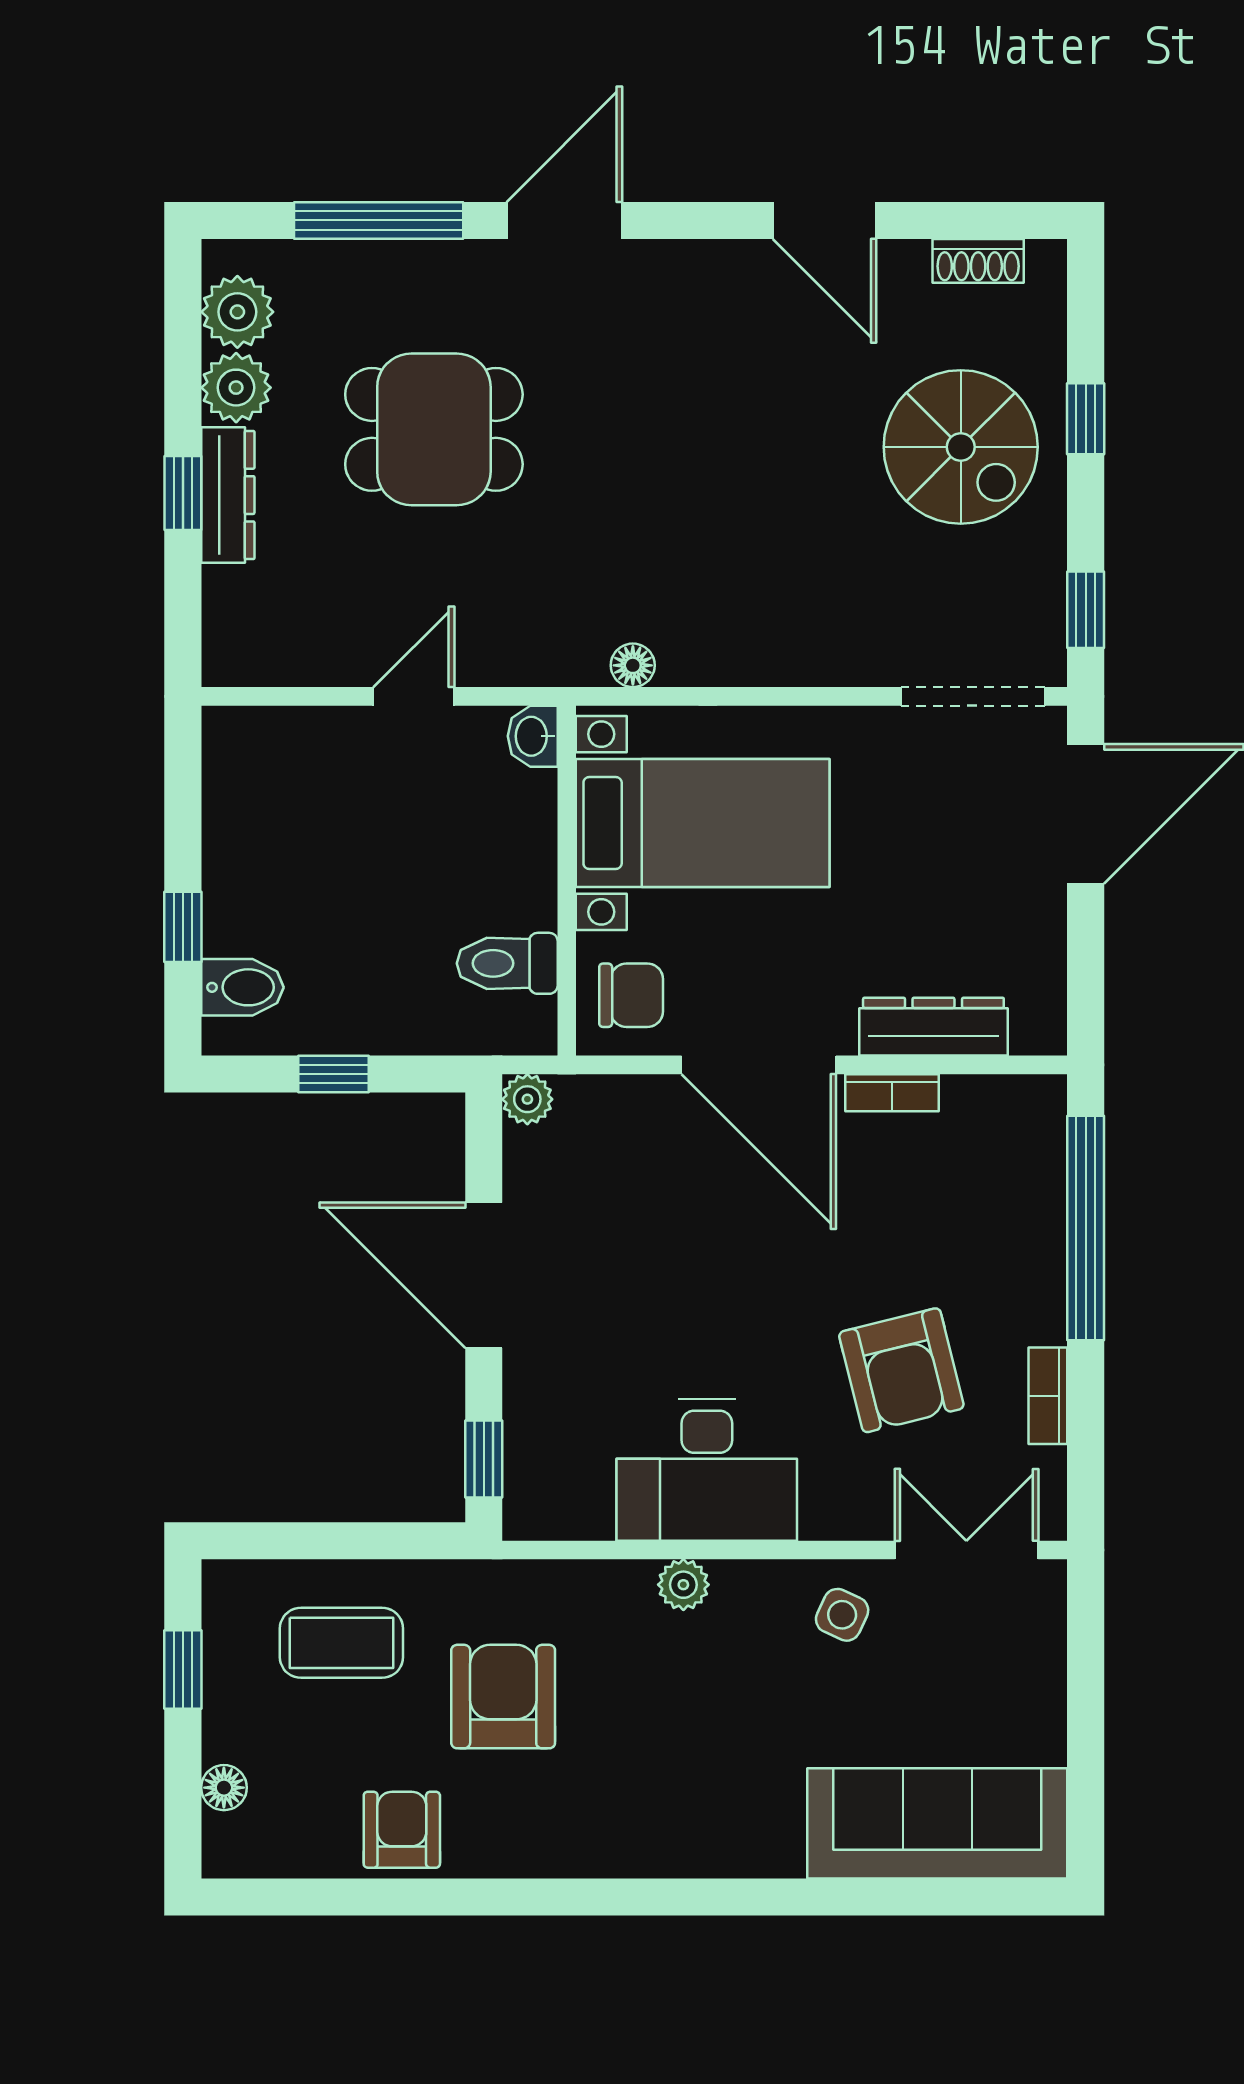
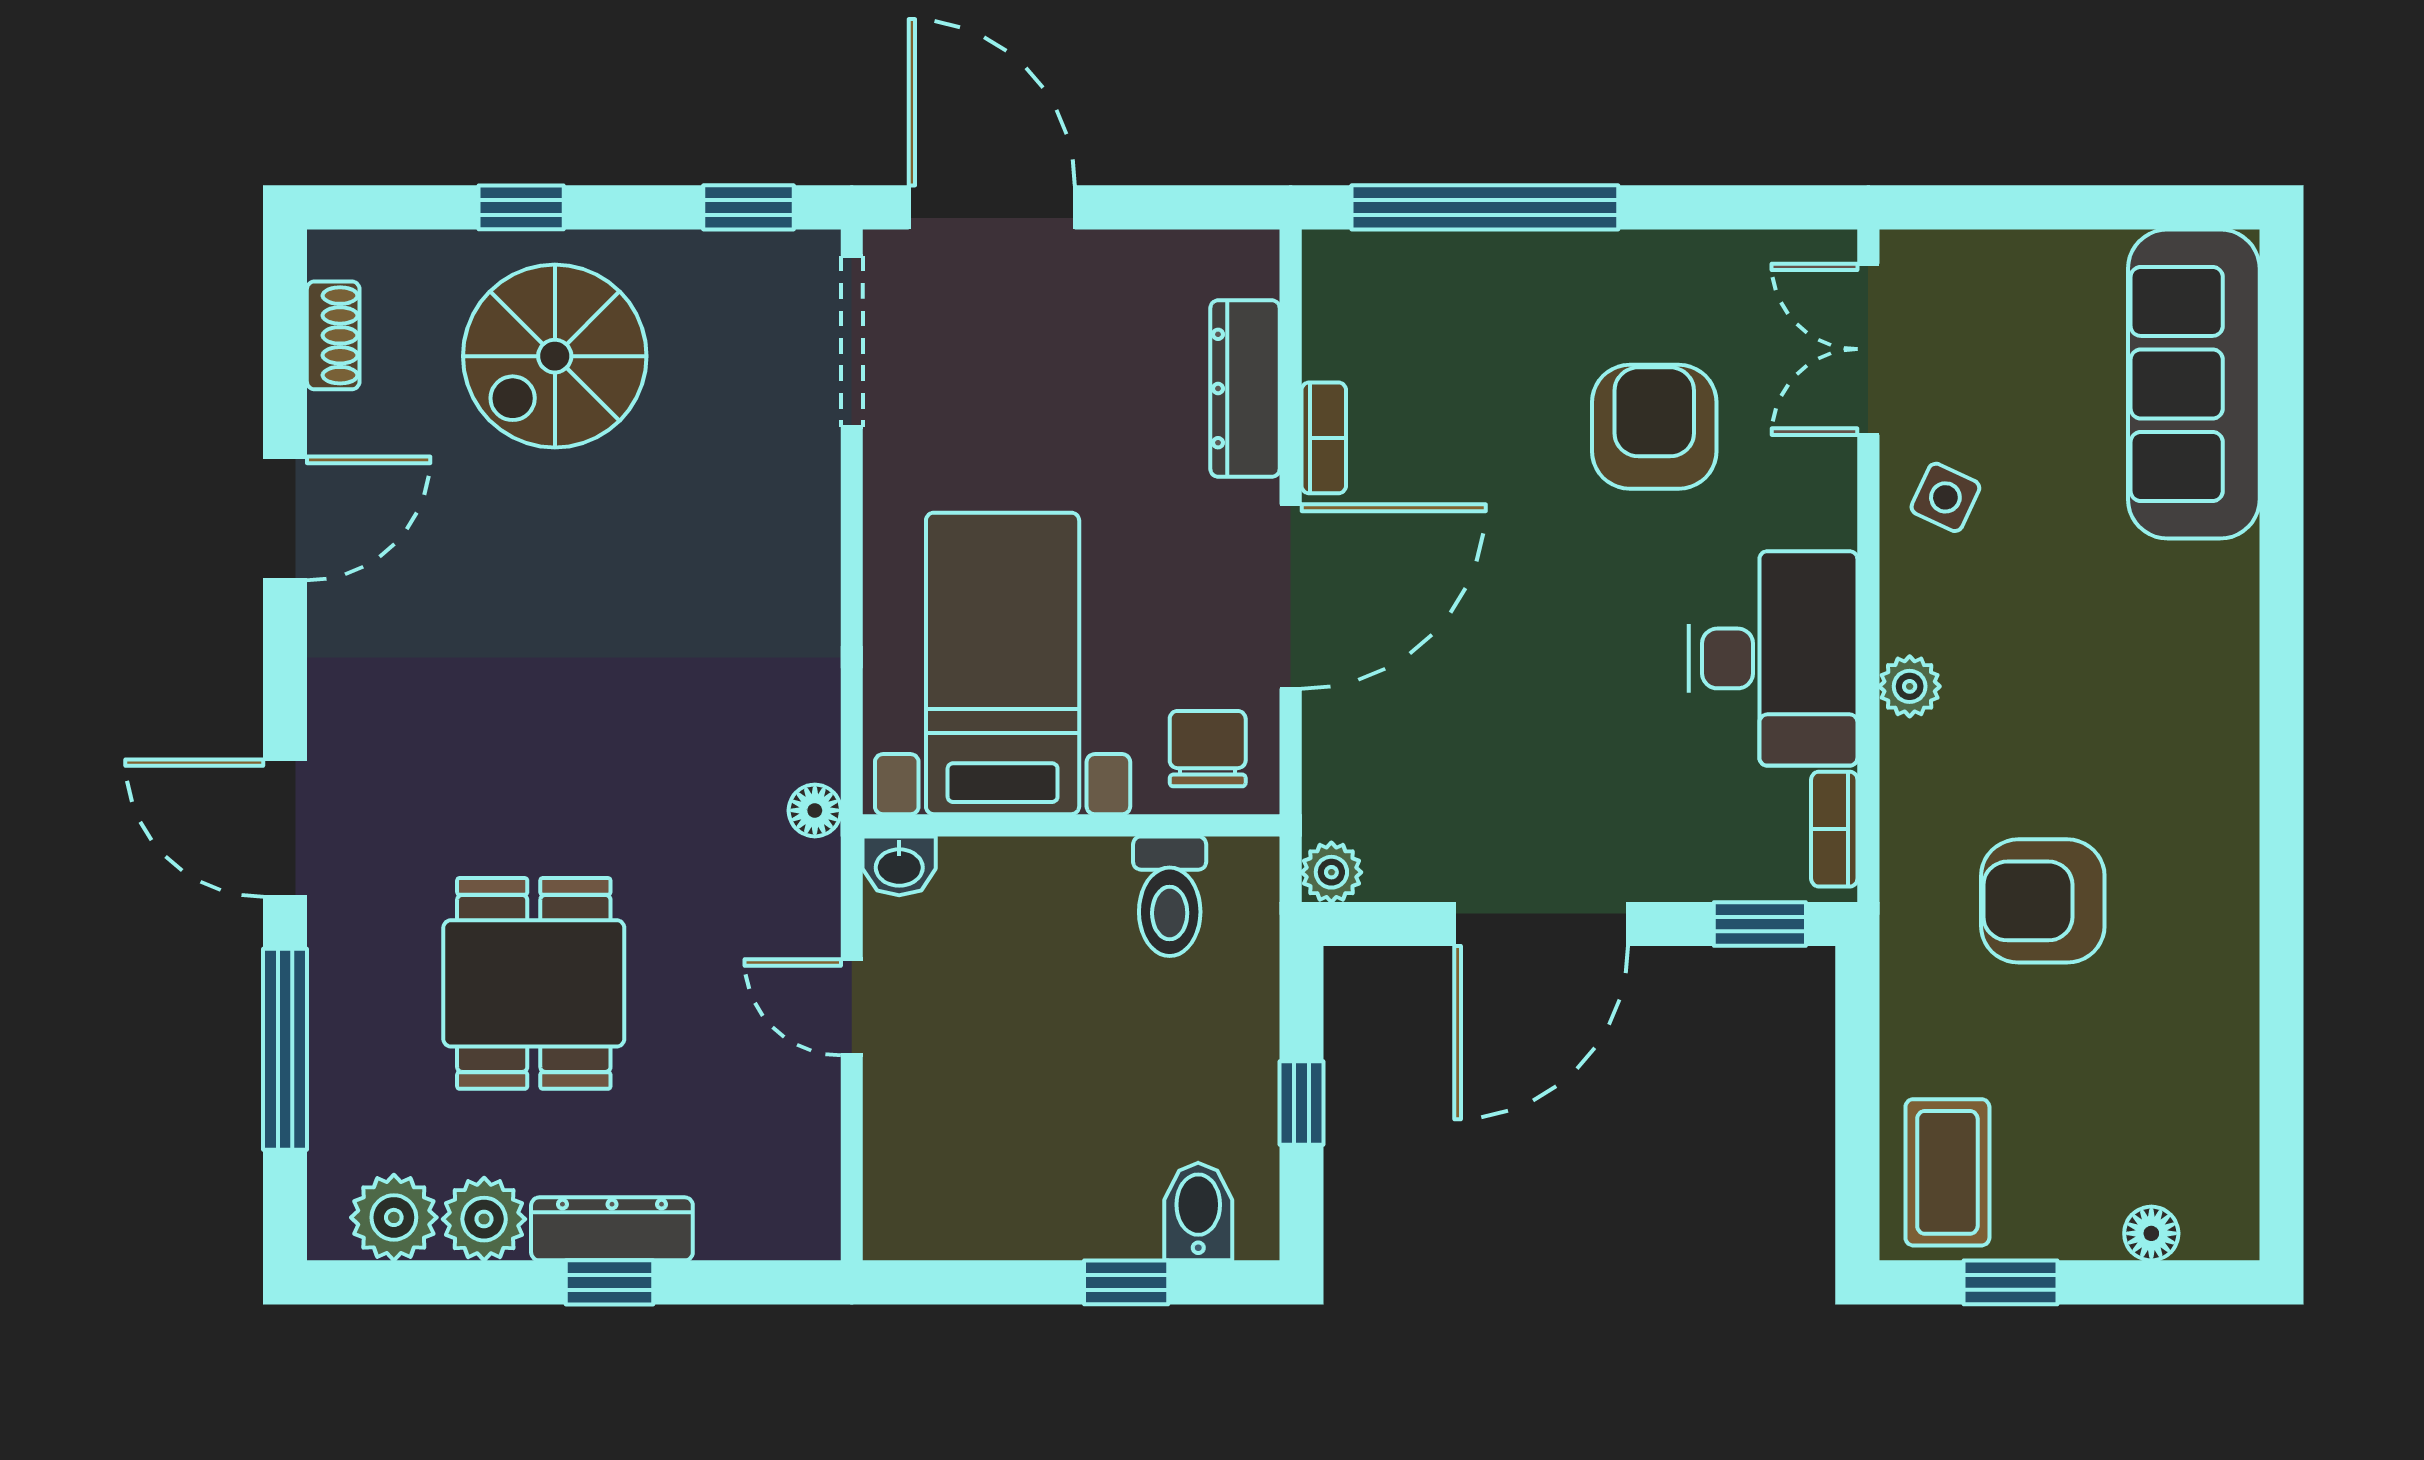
spiral stairs: (961, 447) -> (555, 356), turned 180
floor lamp: (633, 665) -> (815, 810), moved
armchair: (901, 1370) -> (1654, 427), turned -76
bookcase: (1048, 1396) -> (1834, 829), moved, turned 90
coffee table: (341, 1643) -> (1947, 1172), moved
armchair: (402, 1830) -> (2201, 1022), removed

